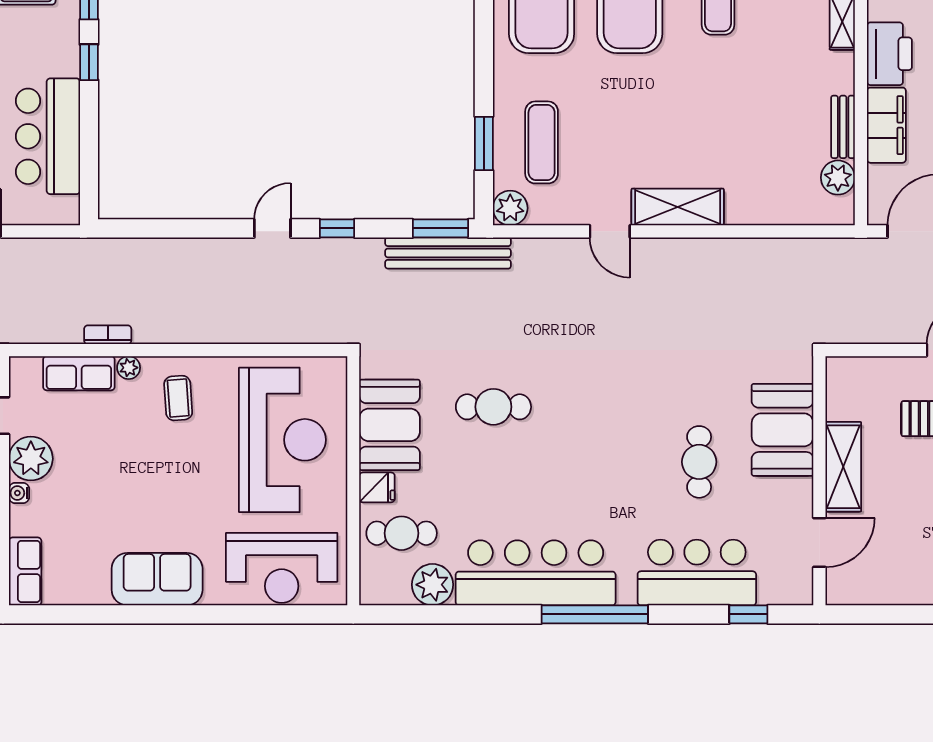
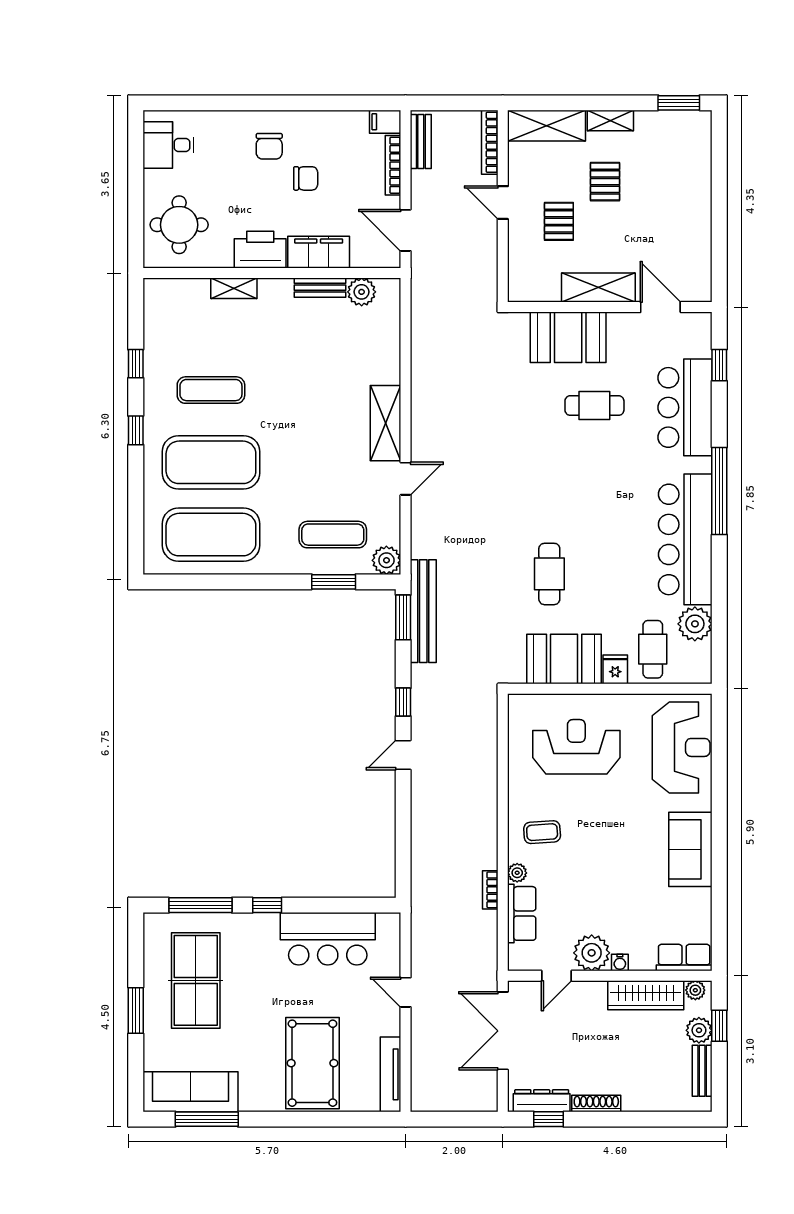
door: (272, 228) -> (403, 755), hinge flipped
reception desk: (282, 440) -> (576, 747), width x0.74, depth x0.77

